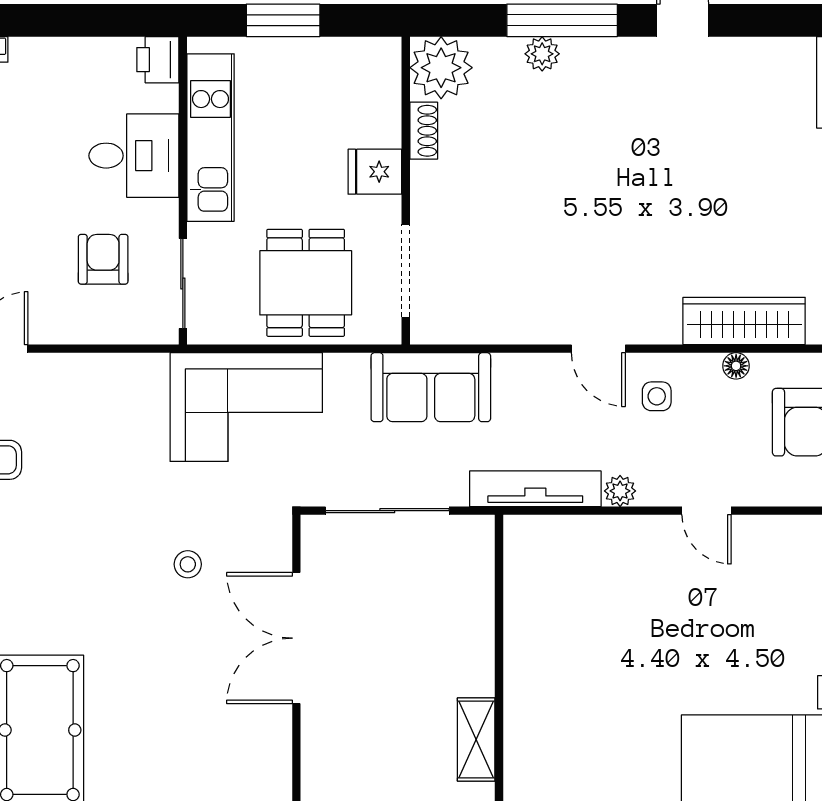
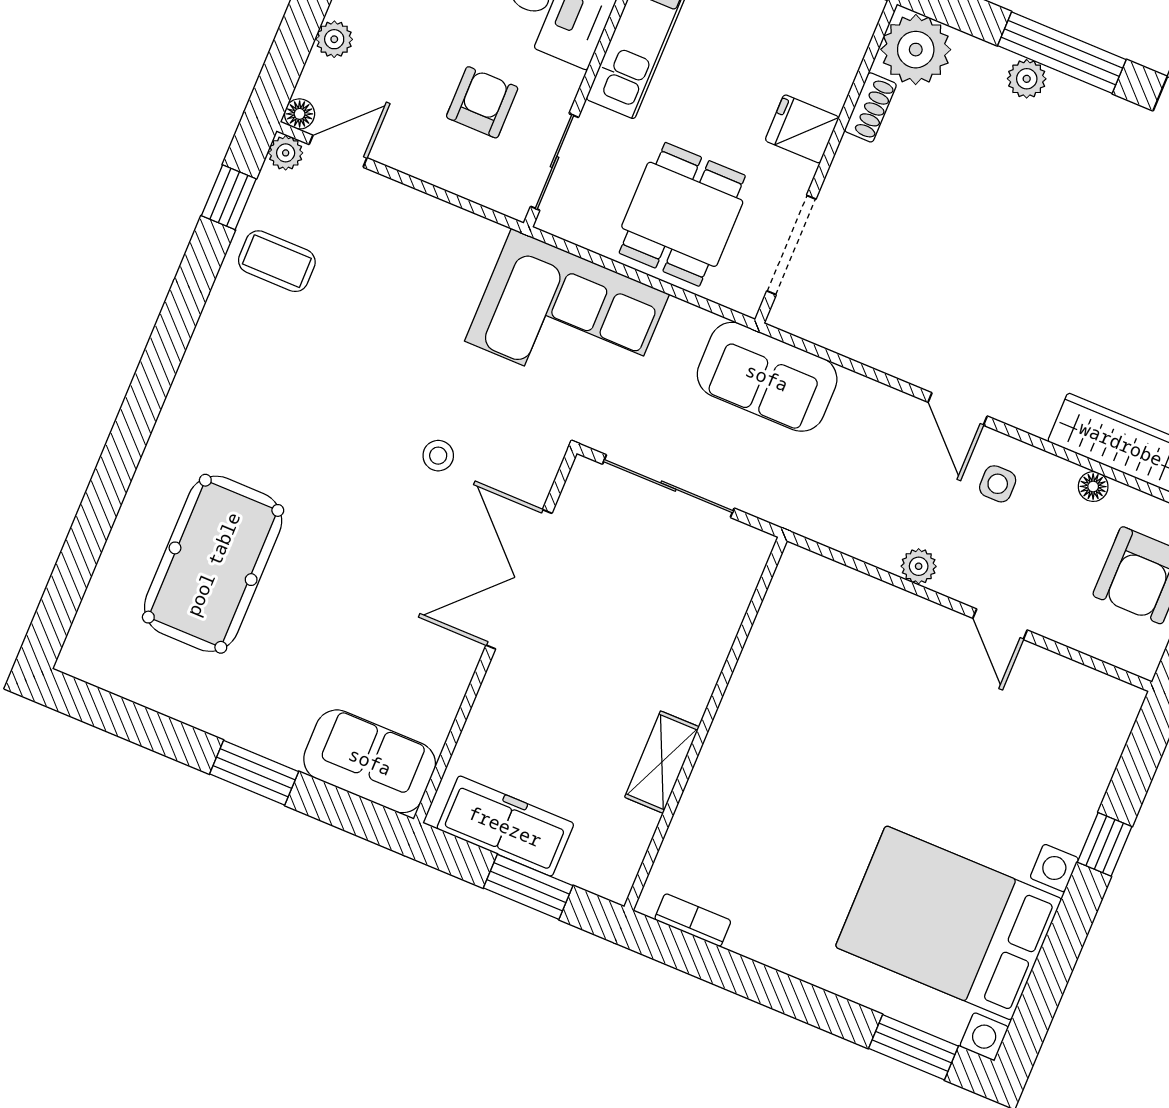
tv unit: (535, 489) -> (832, 527), removed

